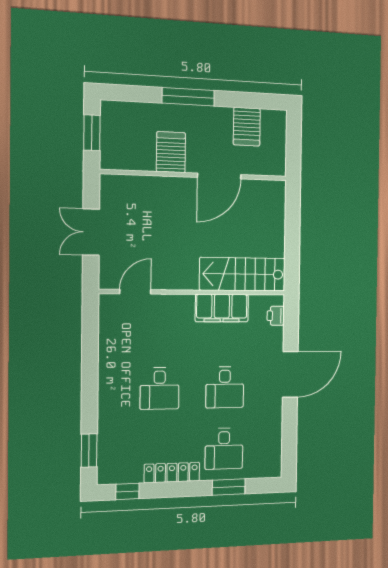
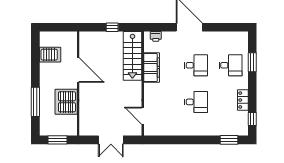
window: (188, 97) -> (35, 102), moved
server rack: (171, 152) -> (66, 102), width x1.60
window: (292, 239) -> (112, 27), added
locker: (172, 473) -> (243, 100), width x0.66

